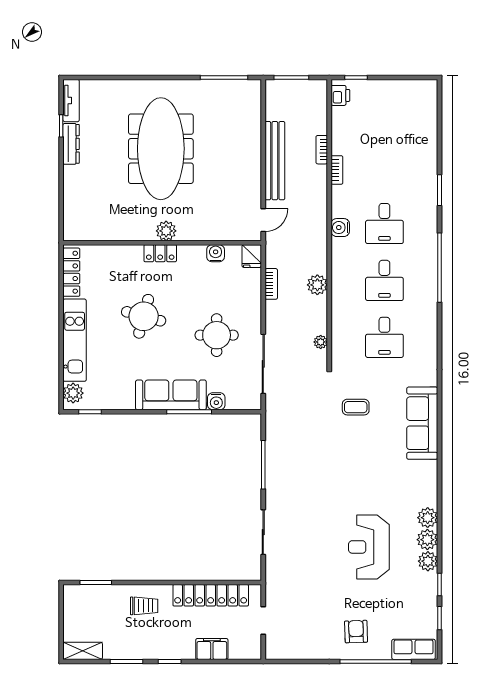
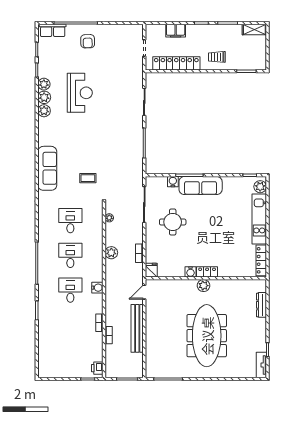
dresser: (71, 144) -> (261, 305), moved
water cooler: (216, 253) -> (190, 272), moved
round table: (144, 316) -> (217, 233), removed

